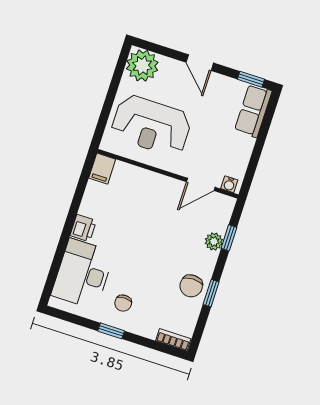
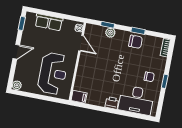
plant: (142, 66) -> (17, 85), width x0.53, depth x0.53
row of seats: (253, 111) -> (49, 22), moved

